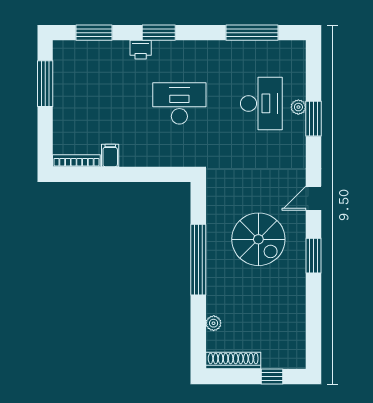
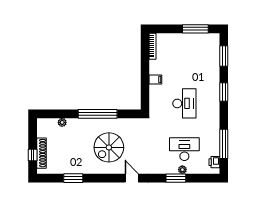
printer: (141, 50) -> (214, 162), moved
desk: (261, 103) -> (184, 149), turned 180
filing cabinet: (110, 156) -> (155, 79), moved
window: (314, 256) -> (73, 178), moved
shoe rack: (233, 361) -> (41, 153), moved

